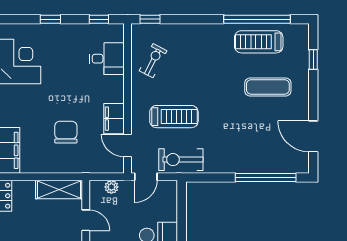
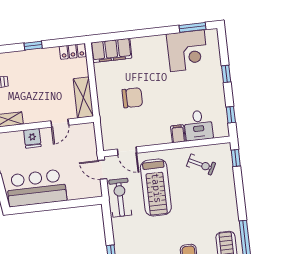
treadmill: (174, 117) -> (156, 188), width x1.37, depth x1.38
filing cabinet: (114, 119) -> (178, 134), moved, width x0.50
door: (127, 145) -> (127, 151), swing flipped
plant: (111, 187) -> (90, 142), removed

